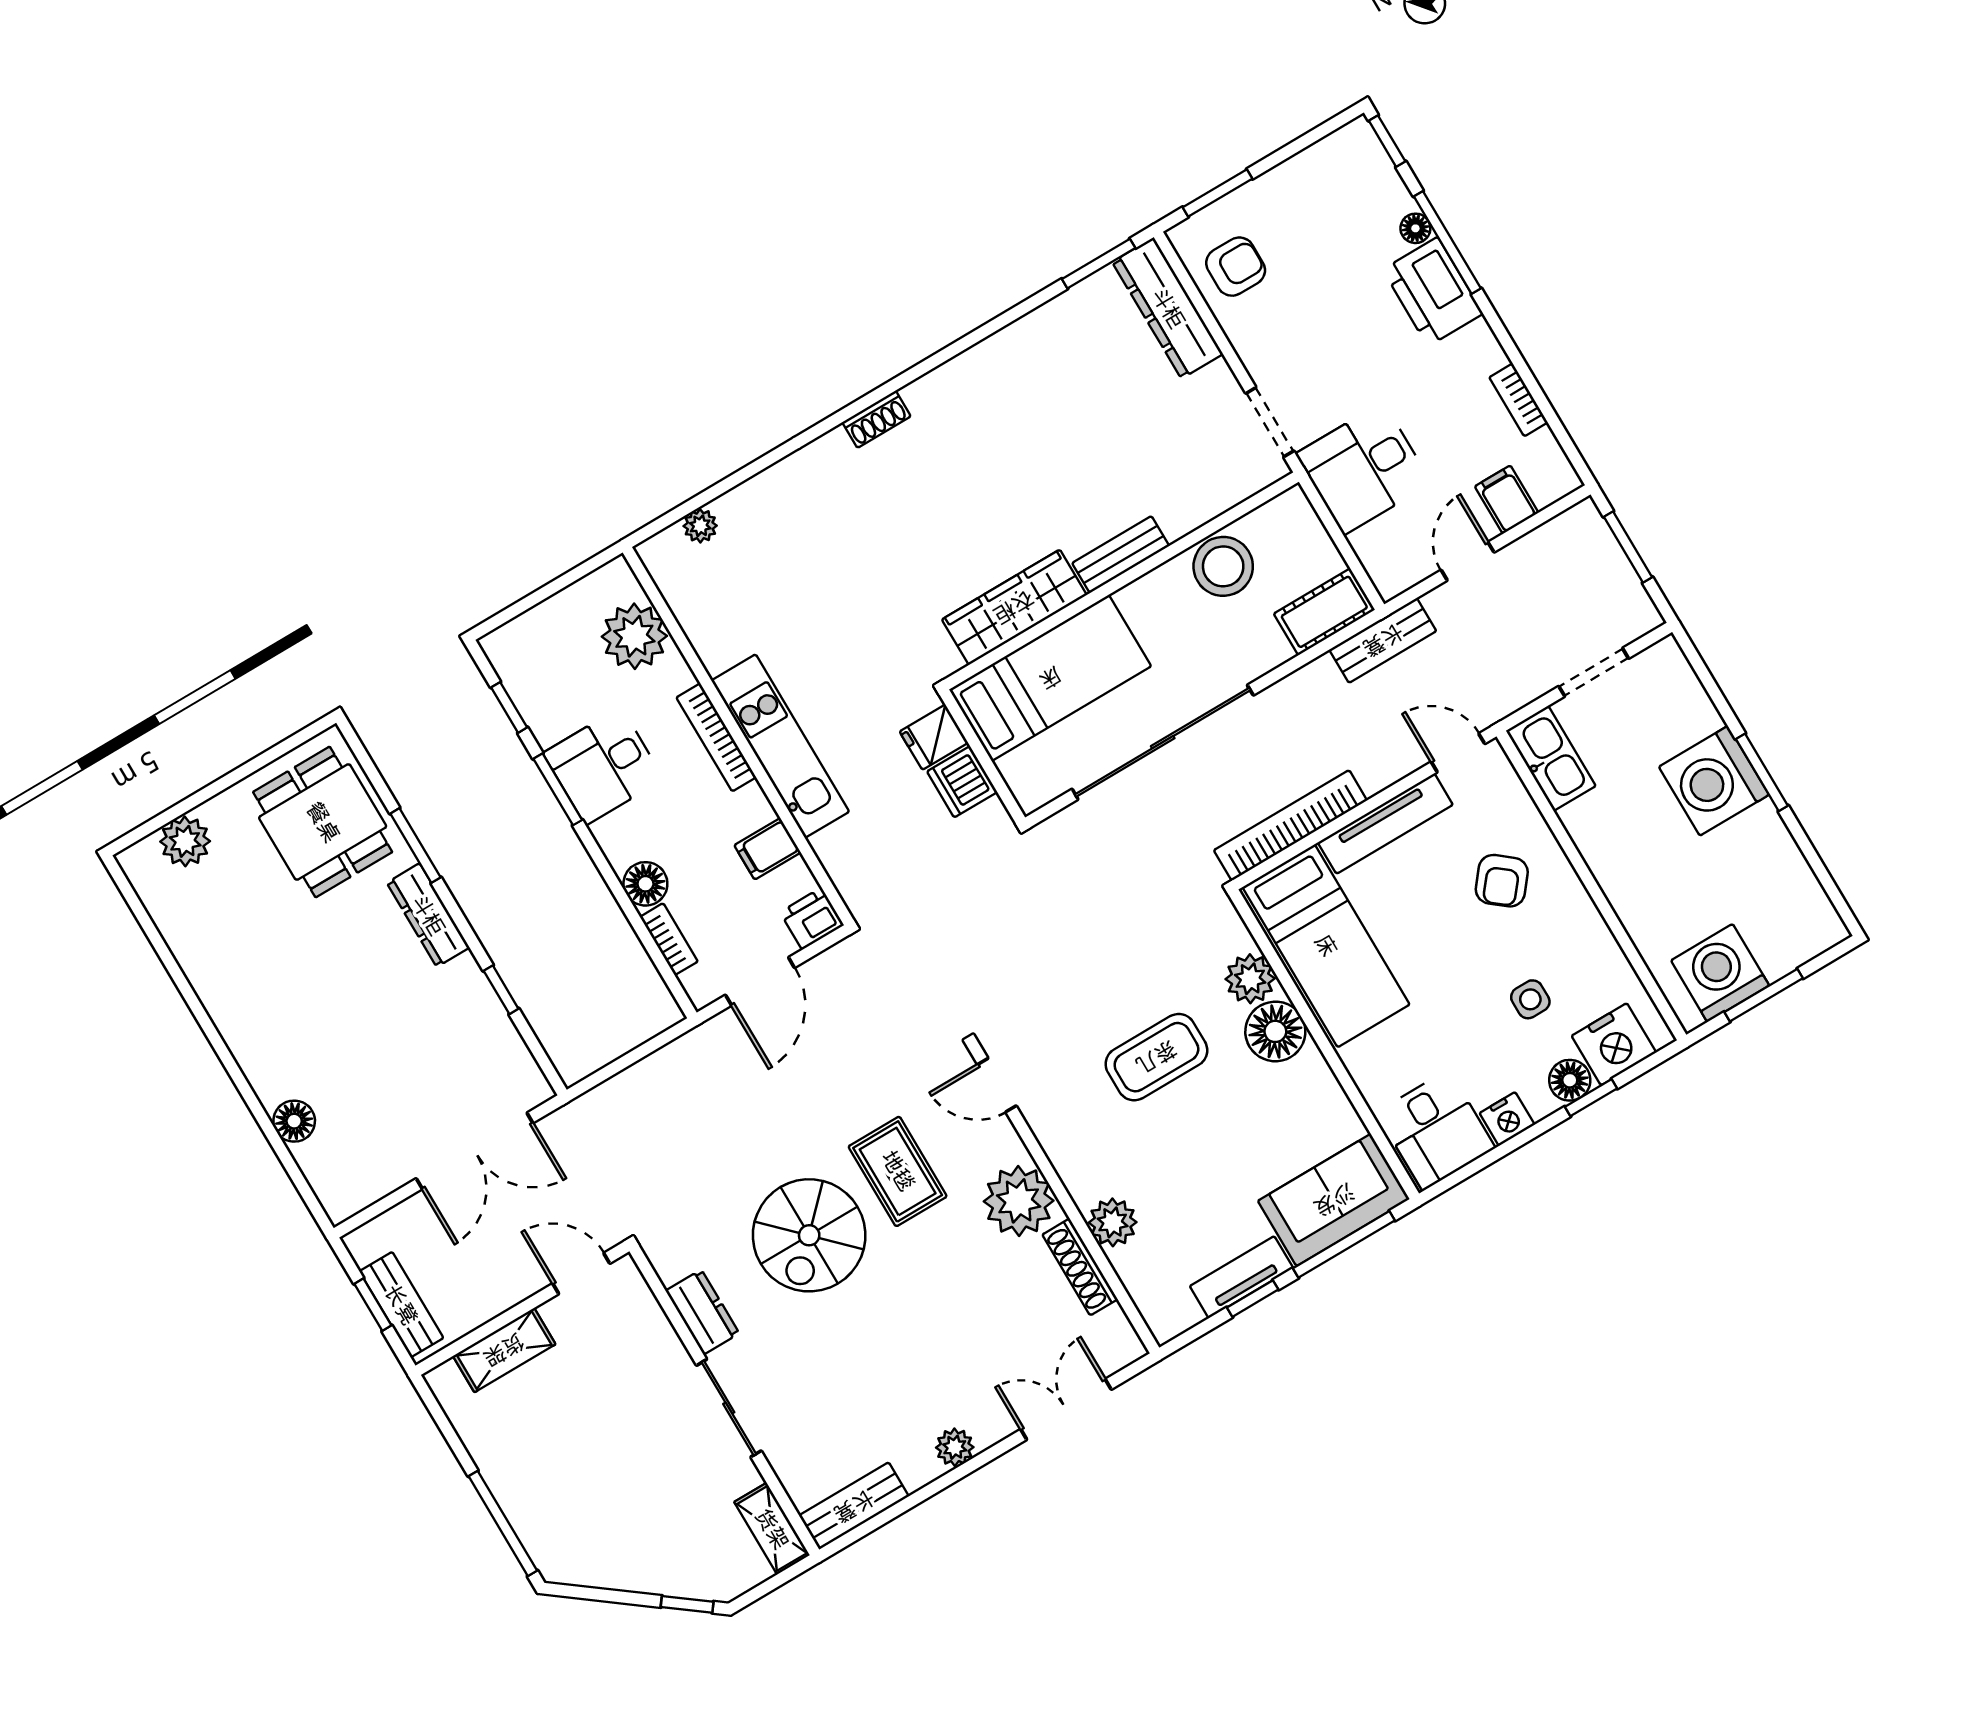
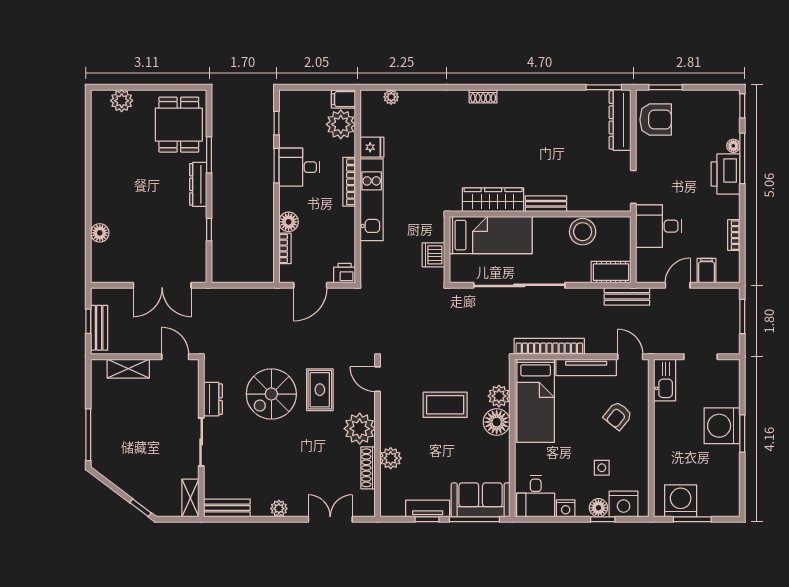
armchair: (1236, 267) -> (656, 120), width x1.38, depth x1.38
fridge: (934, 737) -> (372, 147), moved, turned 180
filing cabinet: (767, 849) -> (343, 99), moved

